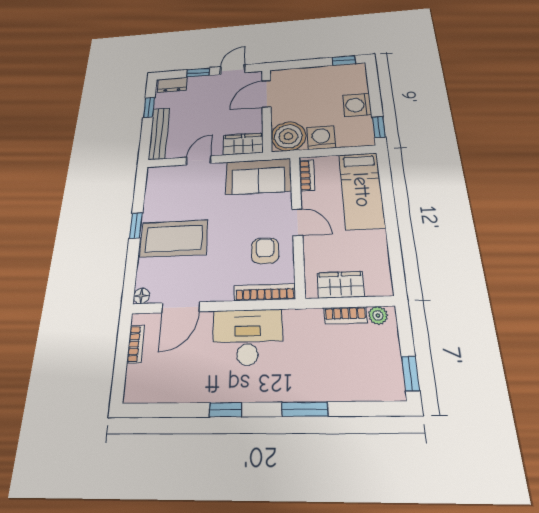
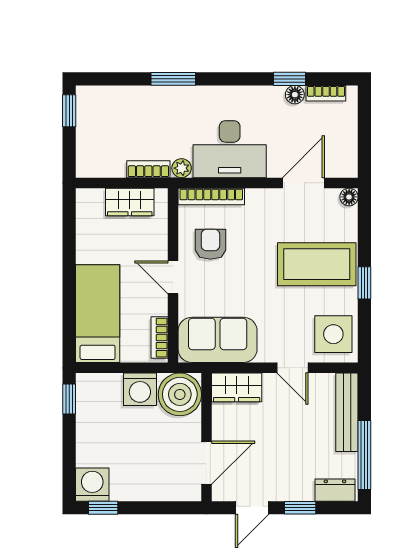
washing machine: (357, 105) -> (92, 485), moved, turned -90
window: (149, 107) -> (364, 455), width x2.17
door: (199, 160) -> (292, 368), hinge flipped
side table: (165, 186) -> (333, 334), added
armchair: (265, 251) -> (210, 244), turned 180
bookcase: (345, 315) -> (148, 169), moved
plant: (378, 315) -> (182, 168), moved
bookcase: (136, 344) -> (326, 93), moved, turned -90
floor lamp: (183, 393) -> (295, 95), added
window: (226, 410) -> (290, 79), moved

